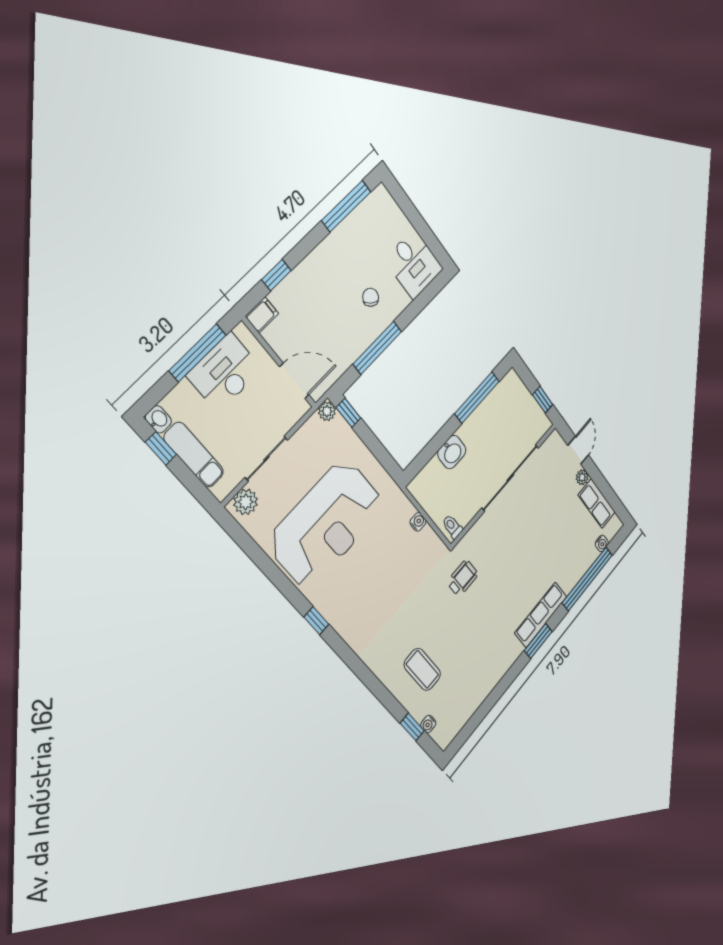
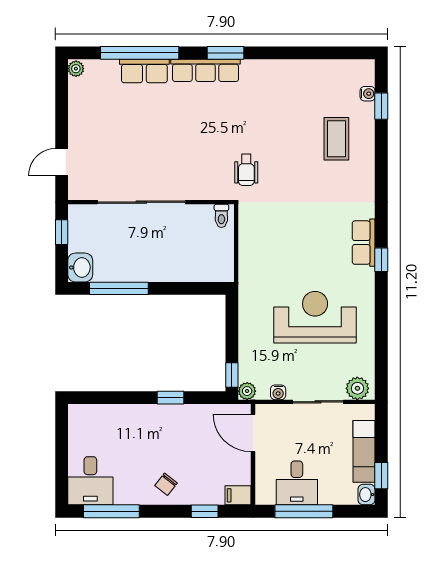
desk: (414, 264) -> (90, 481), moved, turned 180
chair: (371, 297) -> (166, 484), moved
window: (377, 348) -> (170, 398), width x0.46
desk: (225, 372) -> (297, 483), width x0.73
washbasin: (452, 452) -> (80, 267), moved, turned 90
plant: (582, 477) -> (76, 69), moved
row of seats: (597, 504) -> (144, 71), moved, turned 90
water cooler: (418, 522) -> (278, 392), moved, turned -90
reception desk: (326, 524) -> (315, 317), width x0.74, depth x0.77
water cooler: (602, 543) -> (102, 67), removed
wheelchair: (463, 578) -> (246, 170), turned -90
row of seats: (340, 619) -> (364, 243), added

